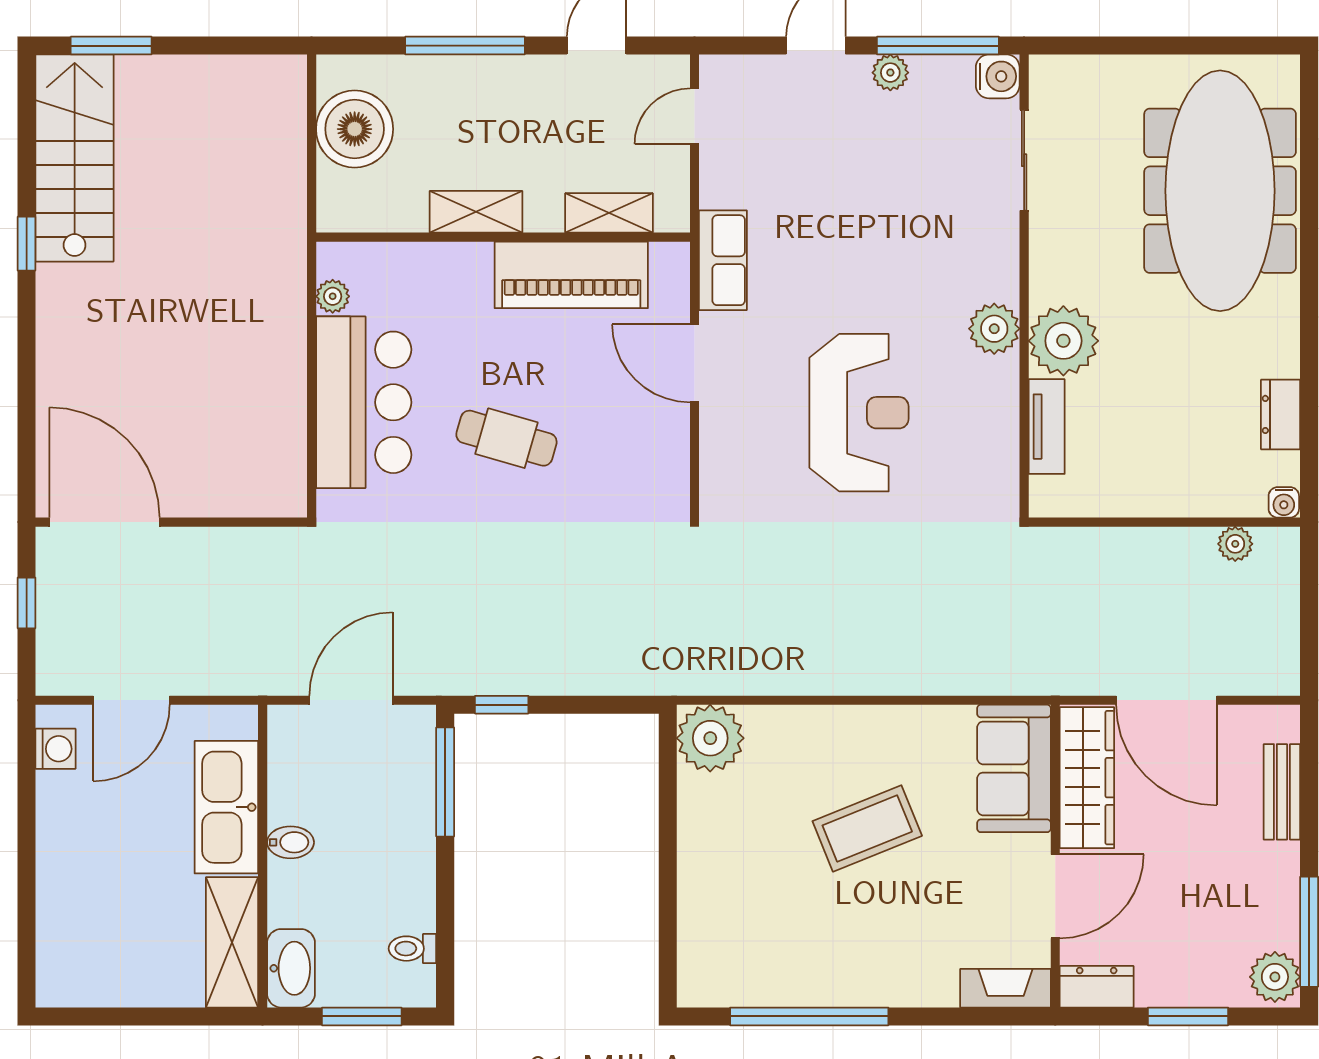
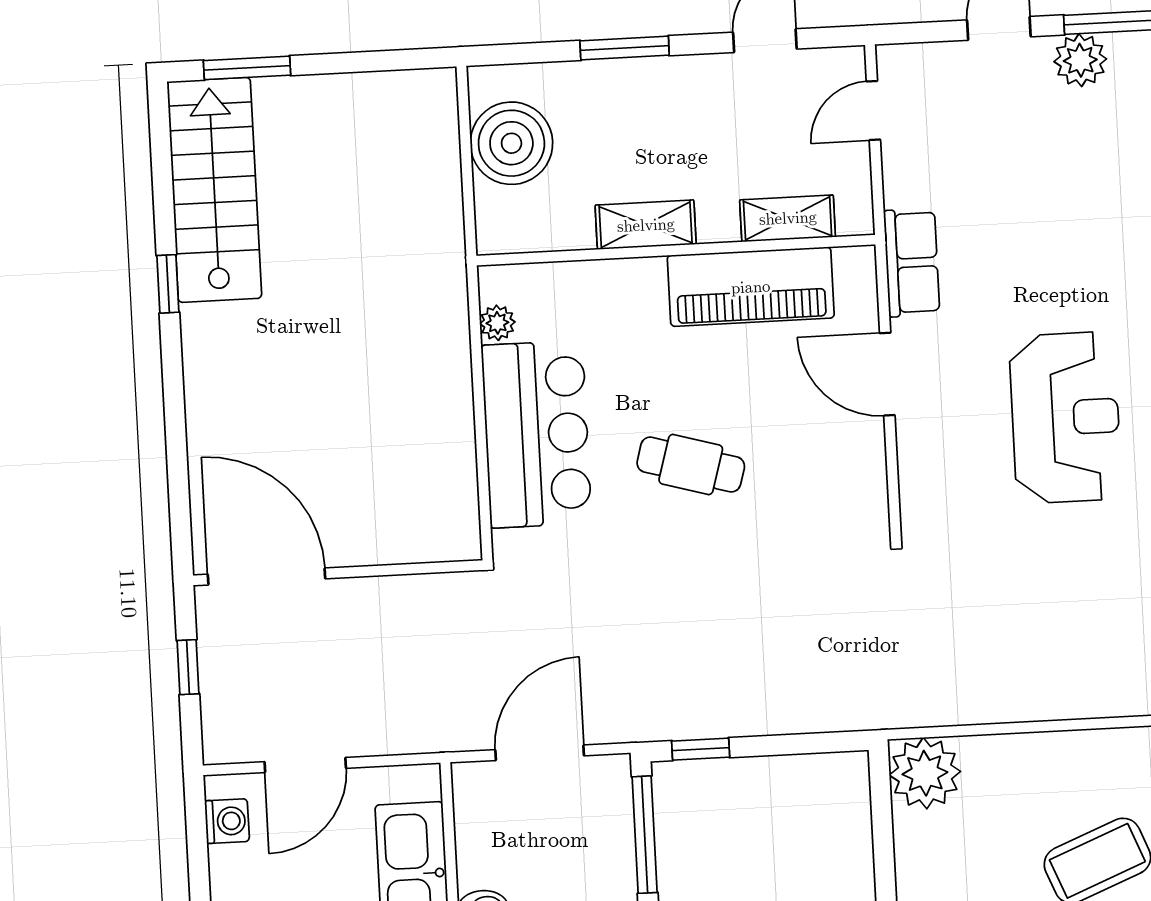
window: (465, 46) -> (625, 48), width x0.69
plant: (890, 73) -> (1080, 60), width x1.38, depth x1.38

